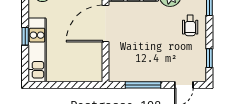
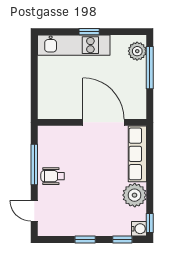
wheelchair: (190, 25) -> (53, 176), moved
window: (209, 58) -> (85, 239), moved

